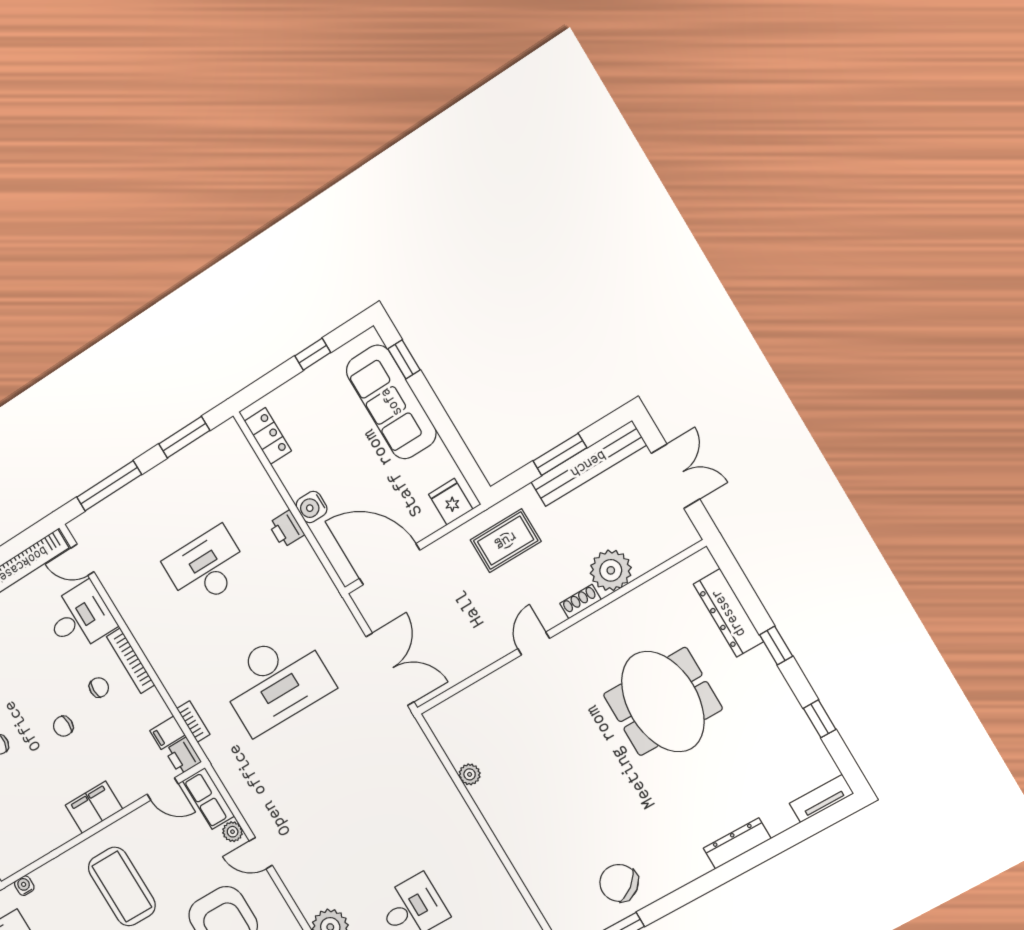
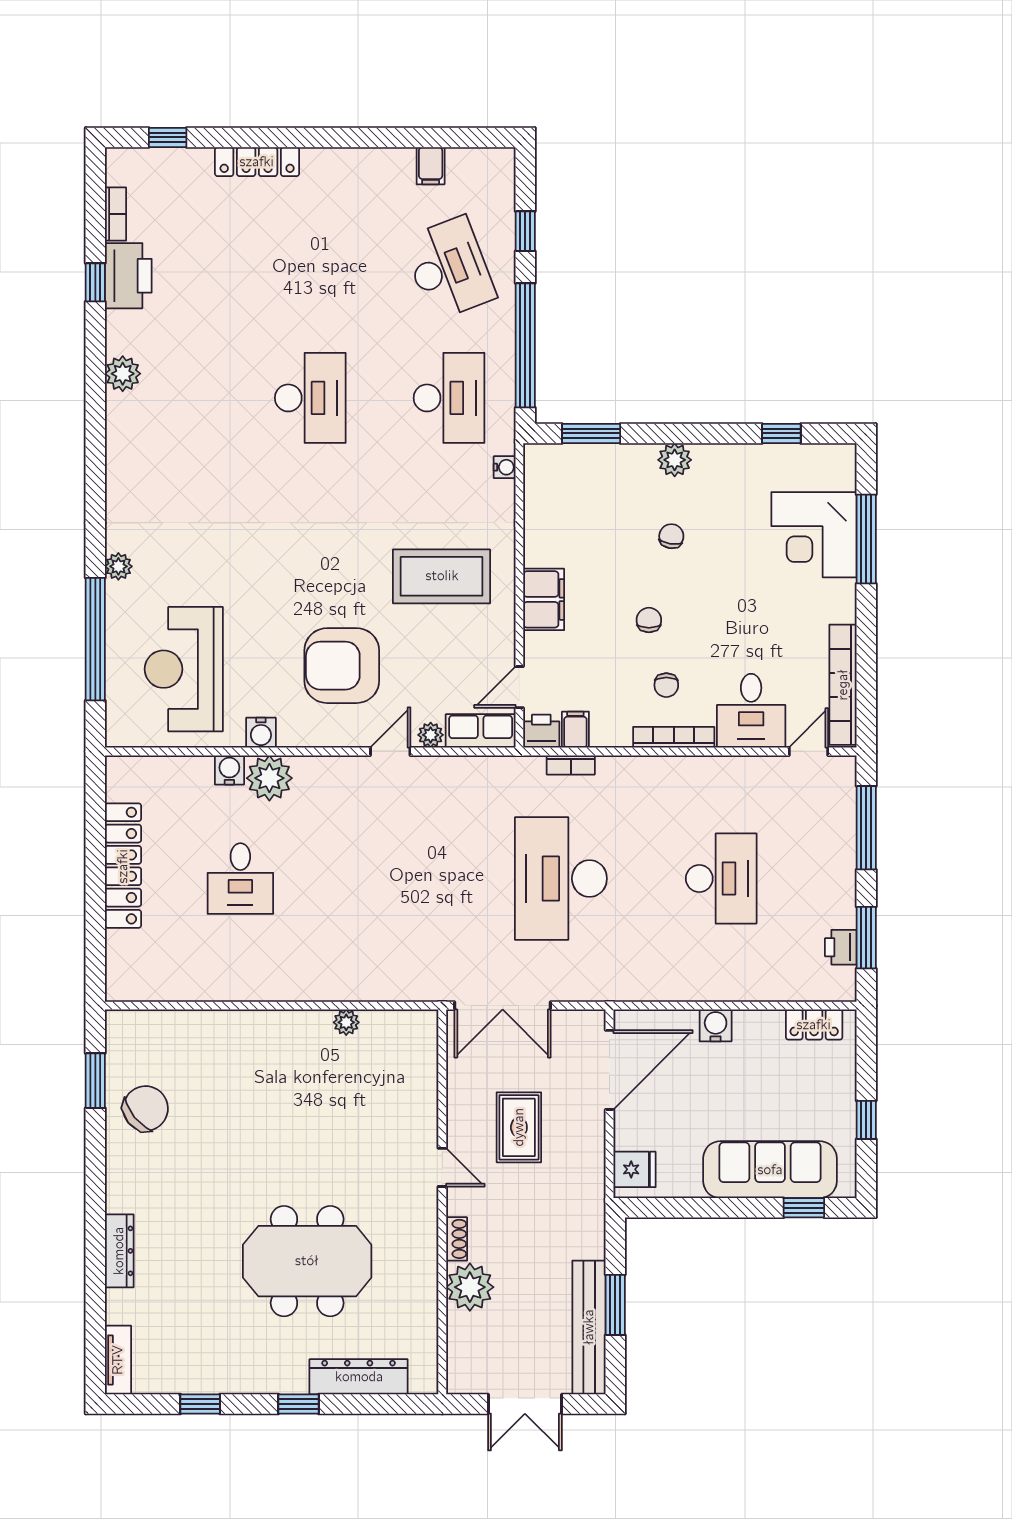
printer: (286, 529) -> (841, 947), moved, turned -90
rug: (506, 541) -> (519, 1127), moved

